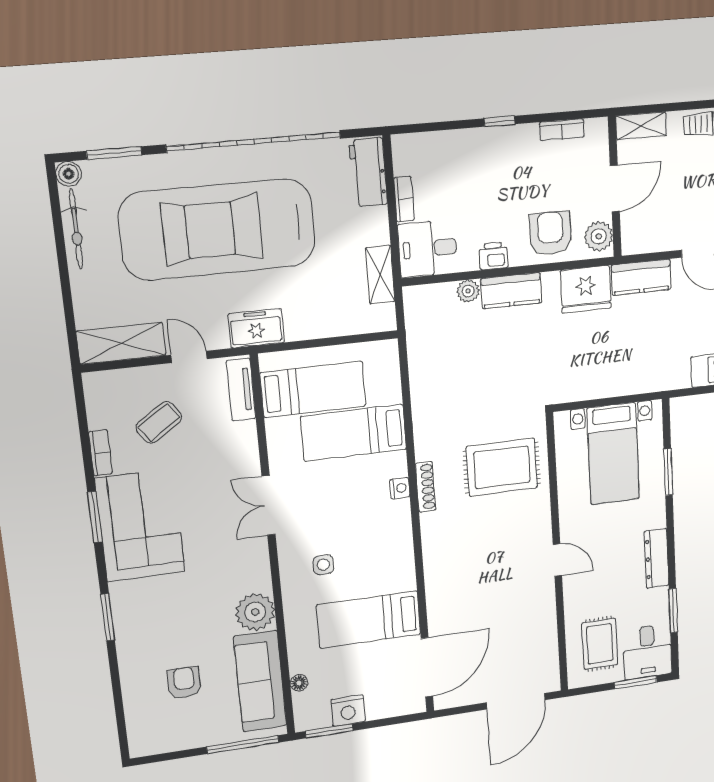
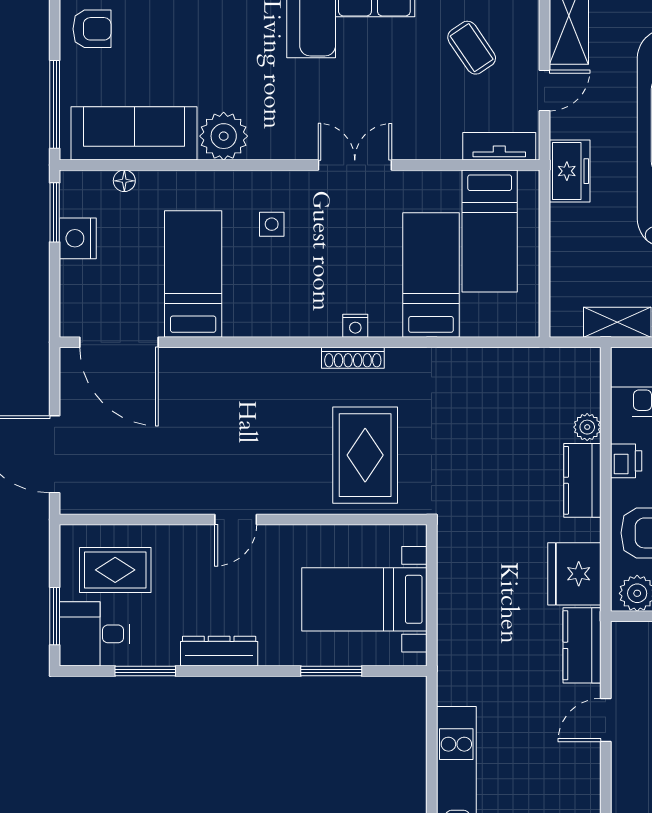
armchair: (184, 683) -> (92, 29), moved

